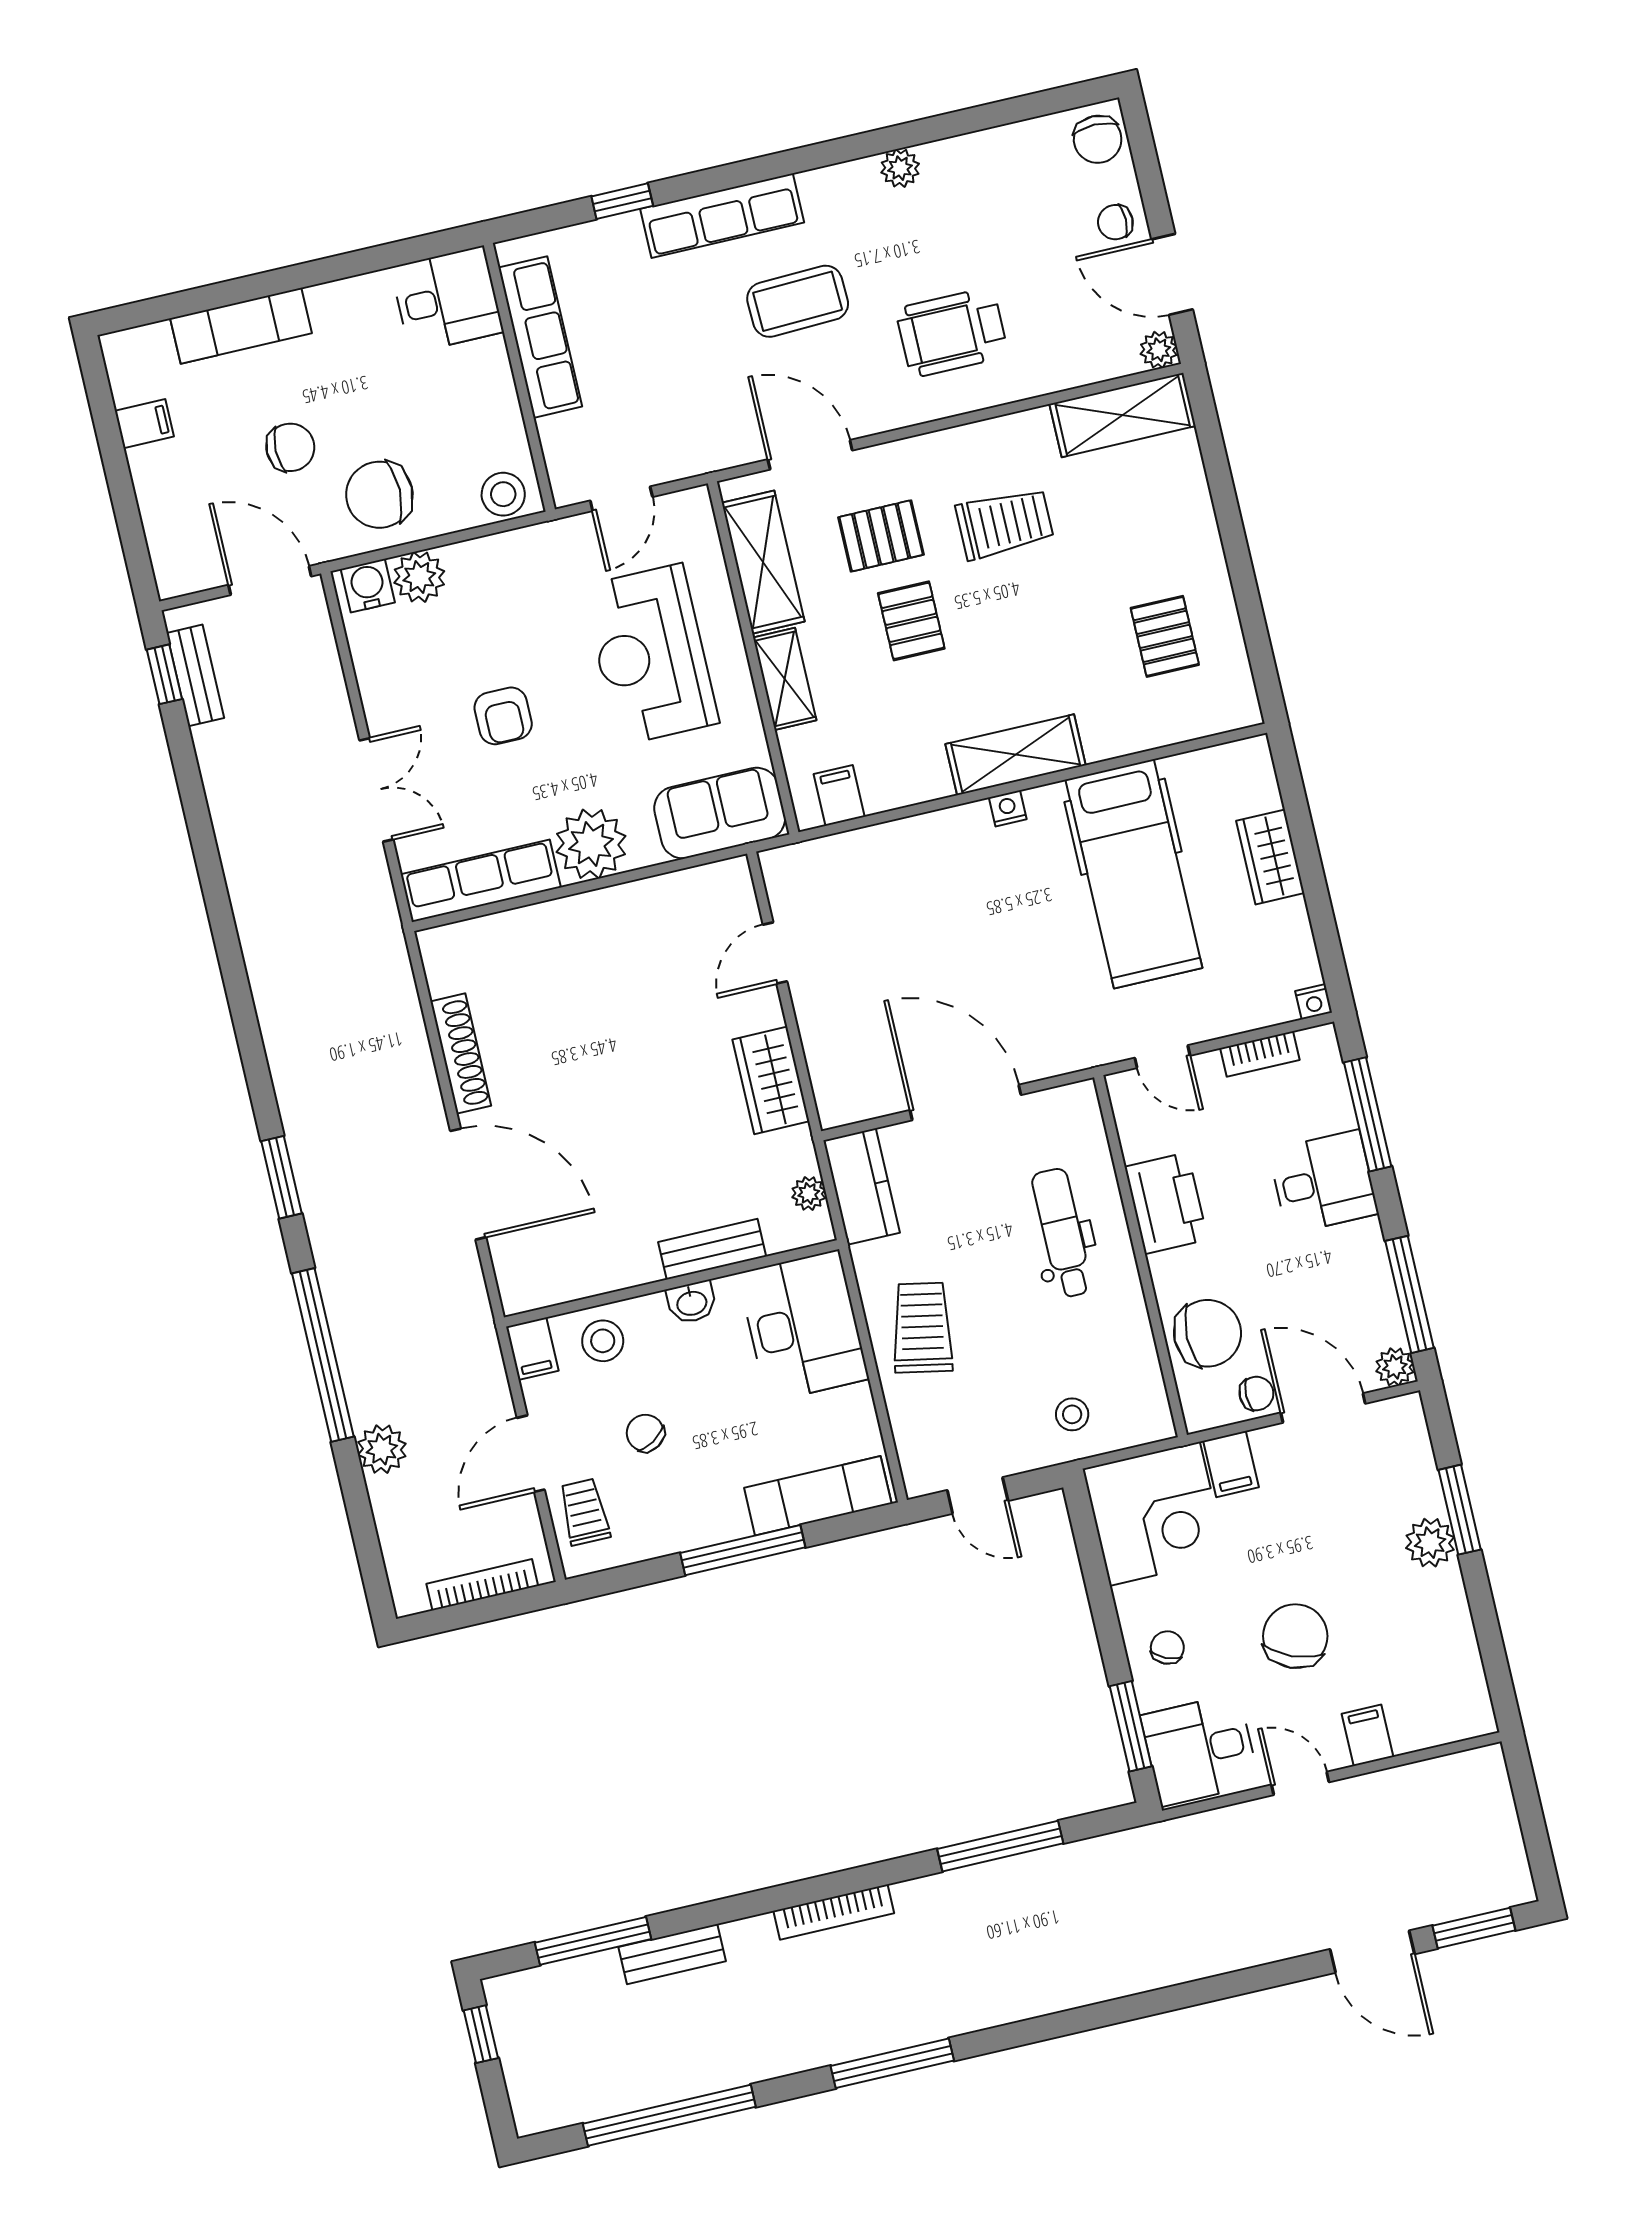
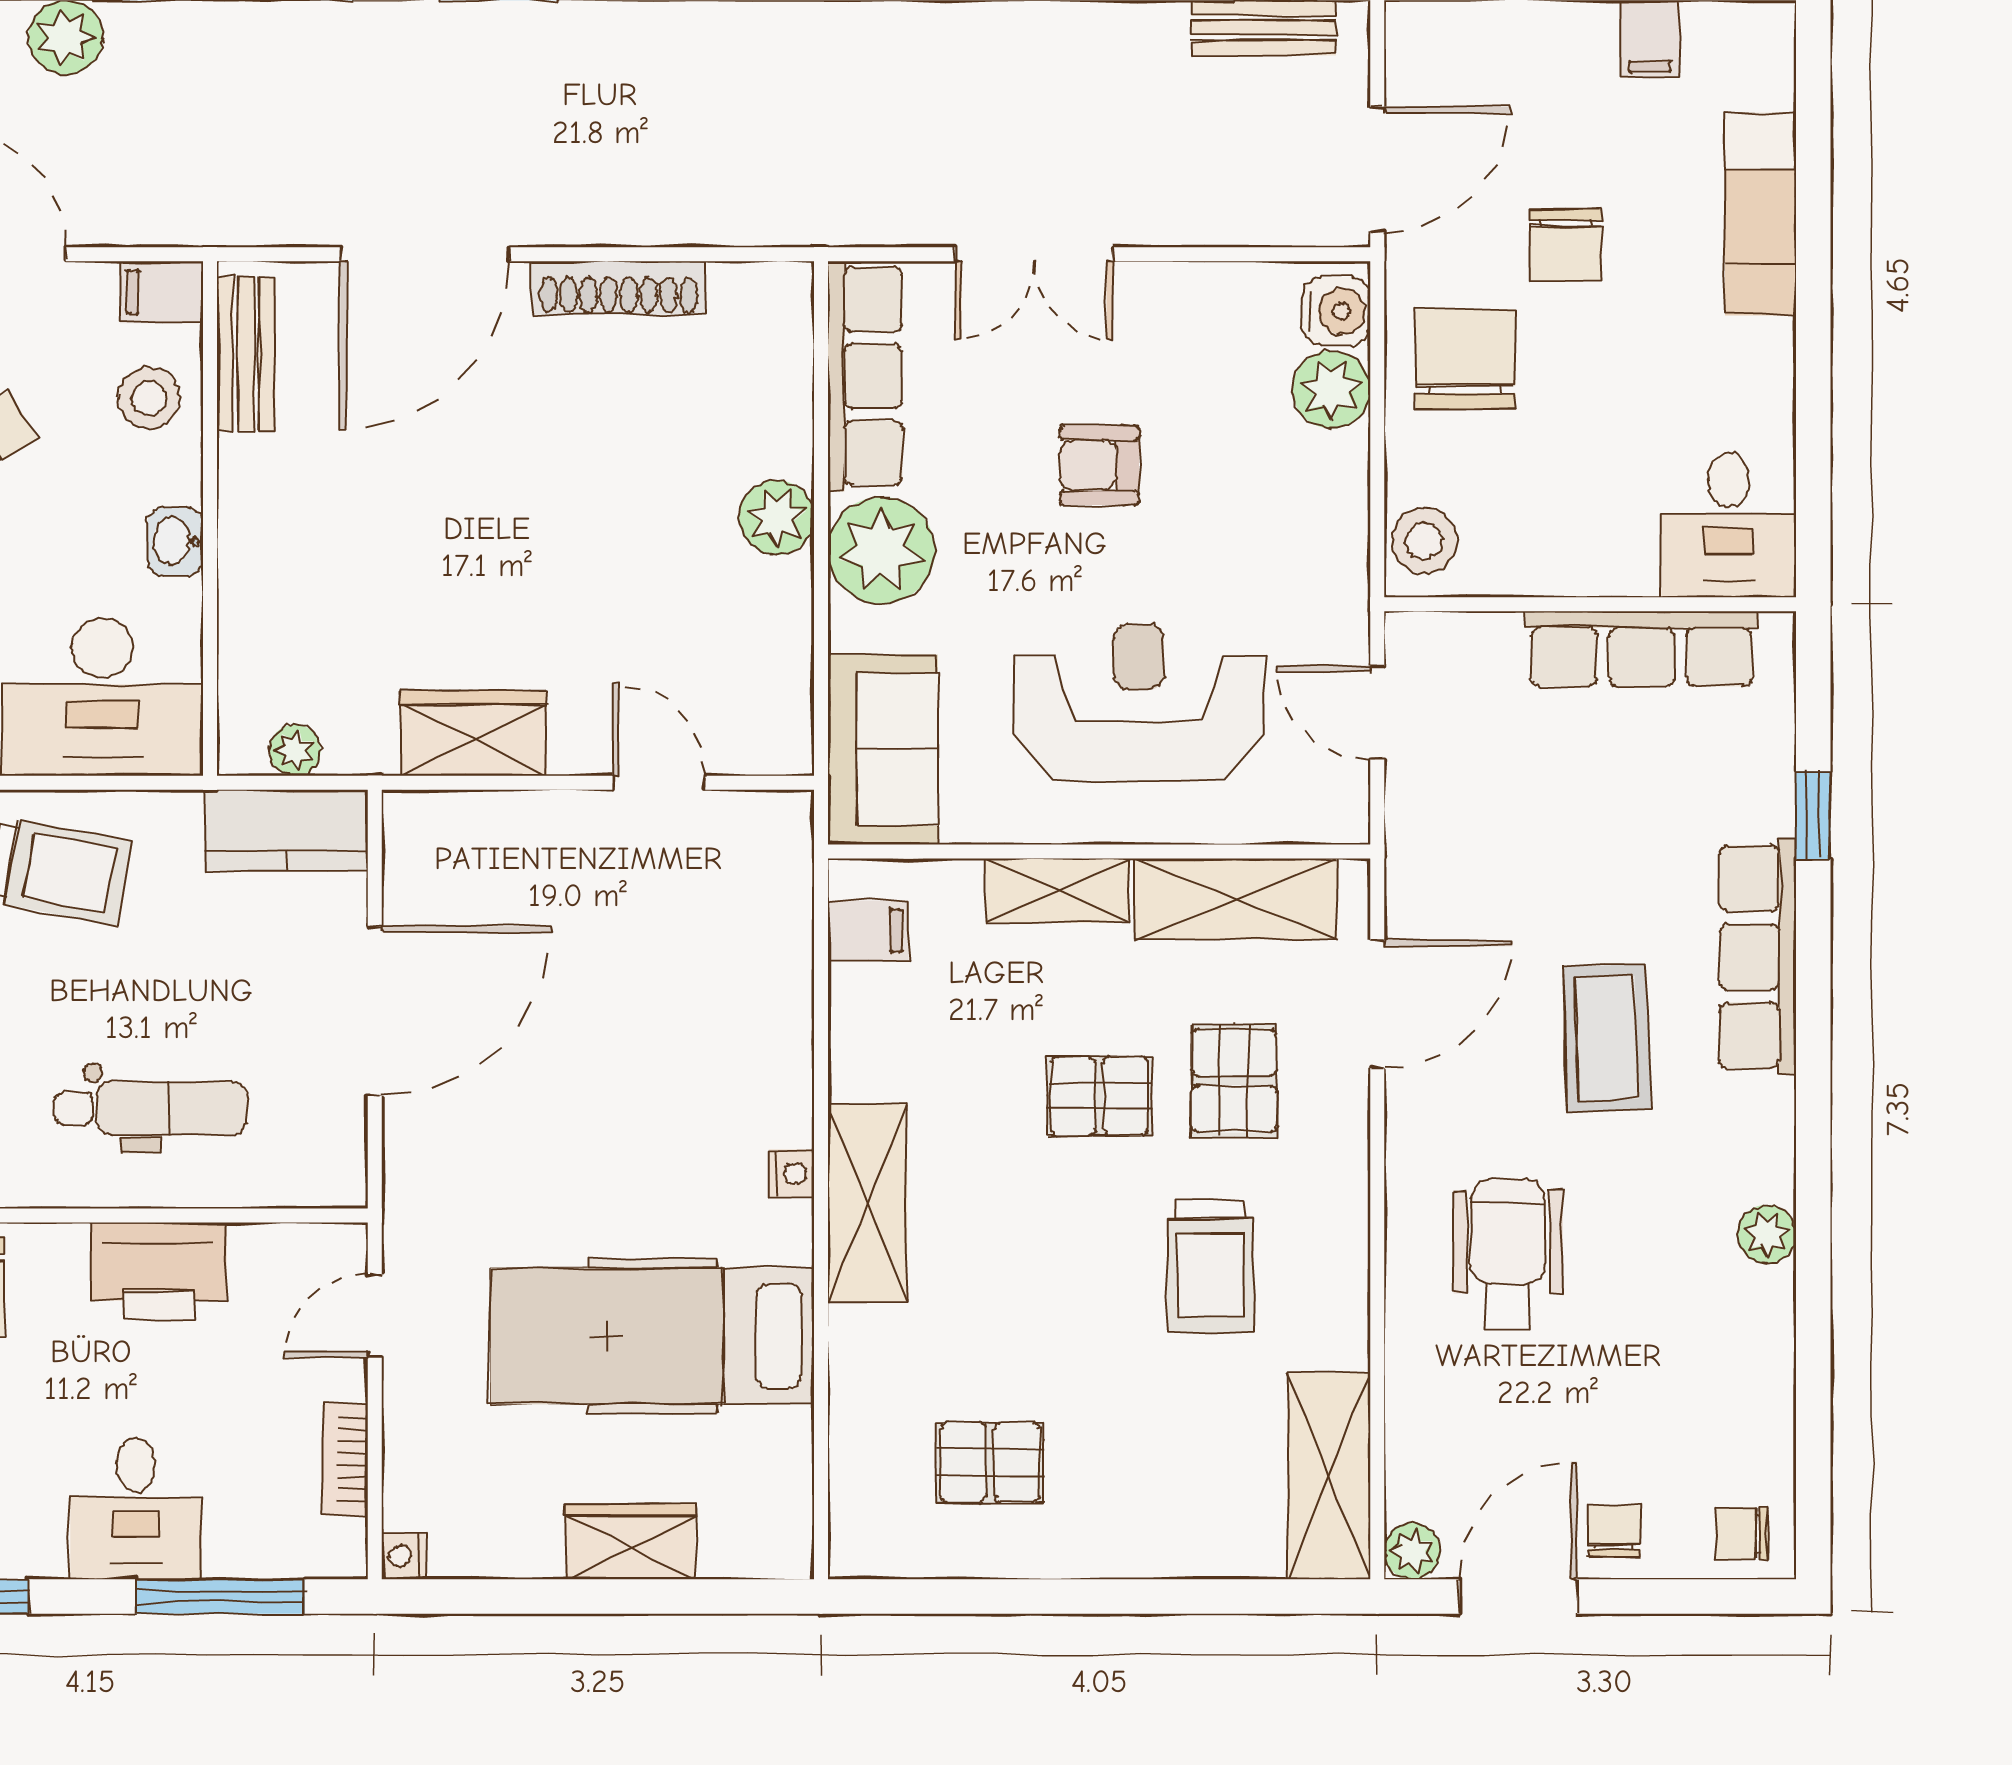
chair: (1098, 139) -> (1742, 1533), width x0.73, depth x0.73
plant: (586, 917) -> (777, 518), added
bench: (712, 1249) -> (246, 354), moved

